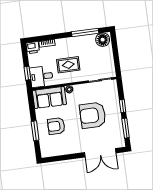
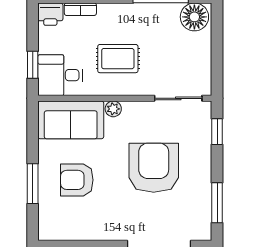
window: (123, 106) -> (217, 132), moved
armchair: (93, 115) -> (154, 168), turned 90

